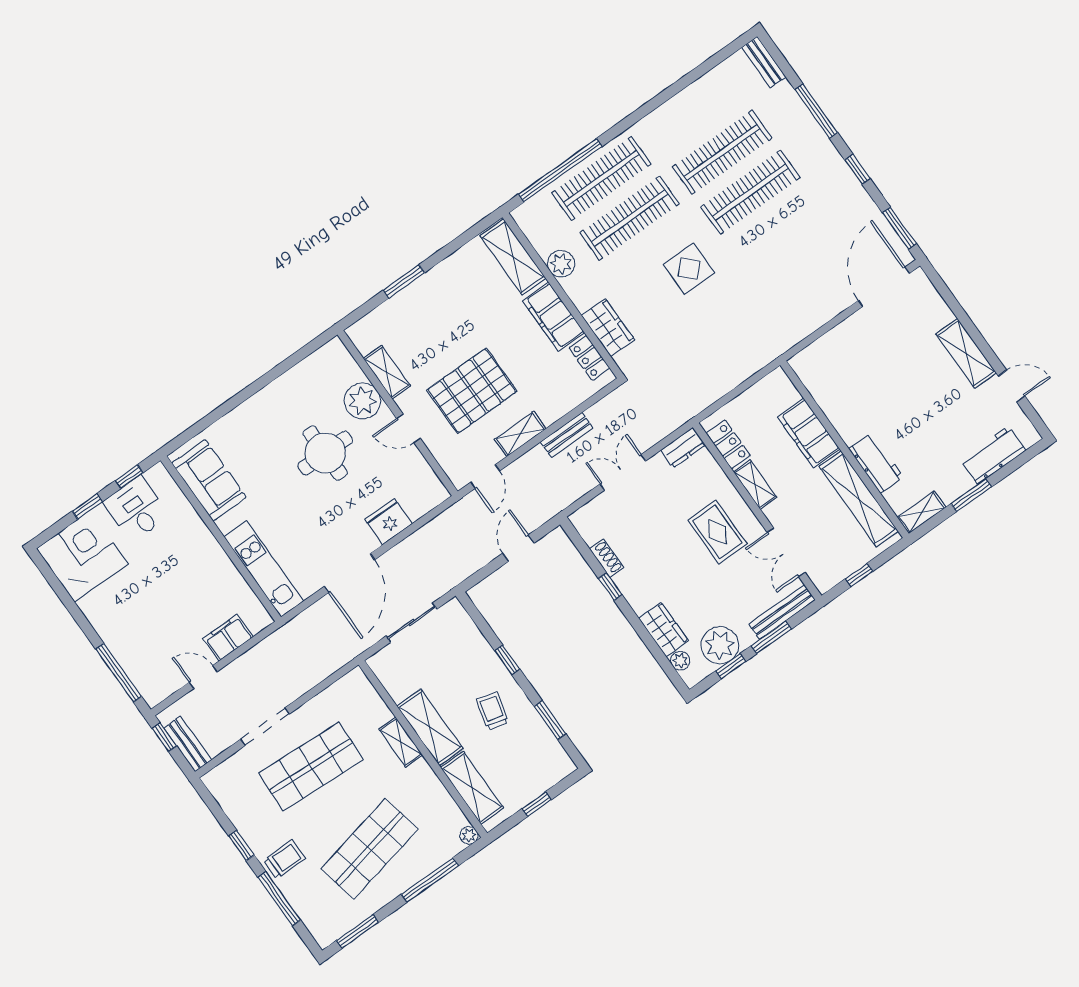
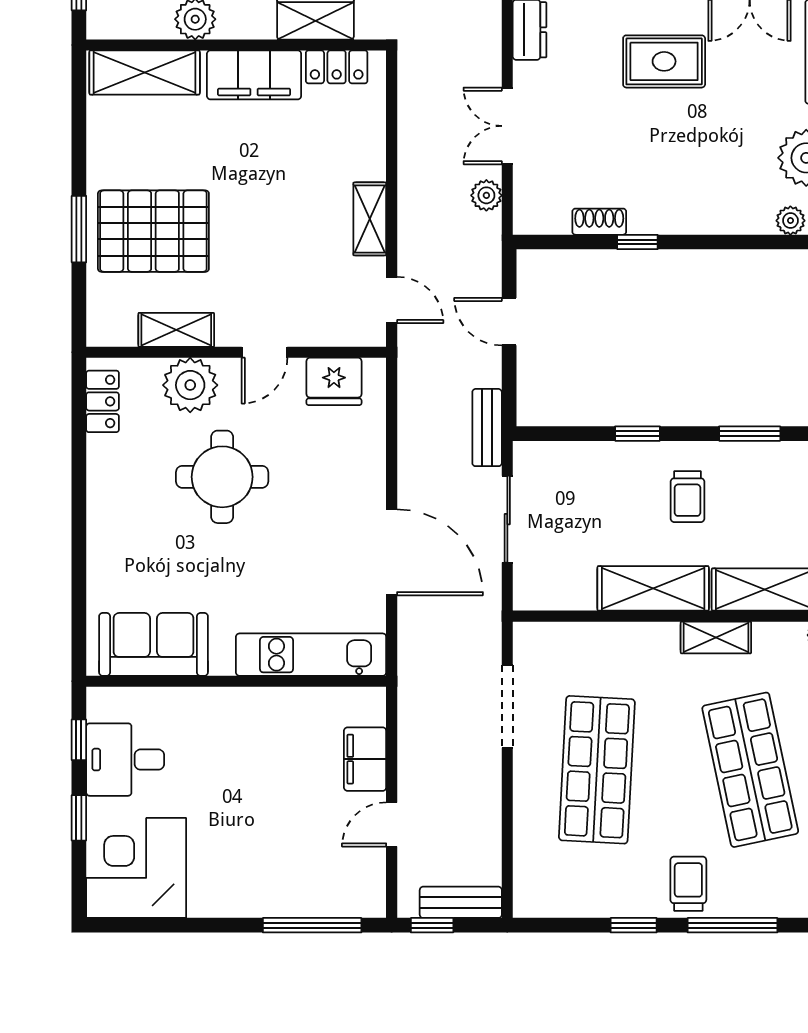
locker: (320, 360) -> (103, 401), added
pallet: (472, 391) -> (153, 231), moved, turned 90
bench: (567, 435) -> (487, 428), moved
plant: (578, 488) -> (486, 195), added
fridge: (389, 522) -> (334, 381), moved, turned -90
wardrobe: (663, 630) -> (737, 214), removed
trolley: (492, 711) -> (688, 497), turned -105
doorway: (265, 727) -> (507, 707), moved
shelving: (401, 742) -> (716, 637), moved

